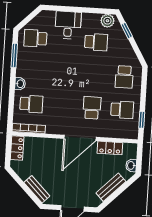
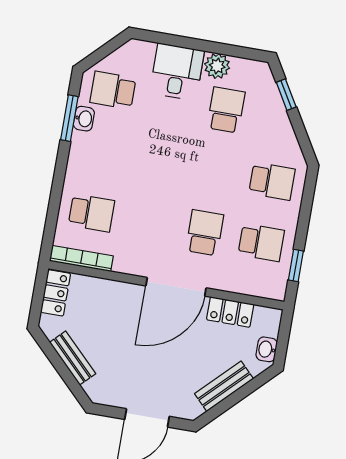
plant: (107, 21) -> (217, 66), moved
school desk: (96, 42) -> (226, 110), turned -90
school desk: (124, 77) -> (272, 181), turned -90
washbasin: (20, 84) -> (84, 119), moved
bench: (37, 189) -> (73, 358), moved

